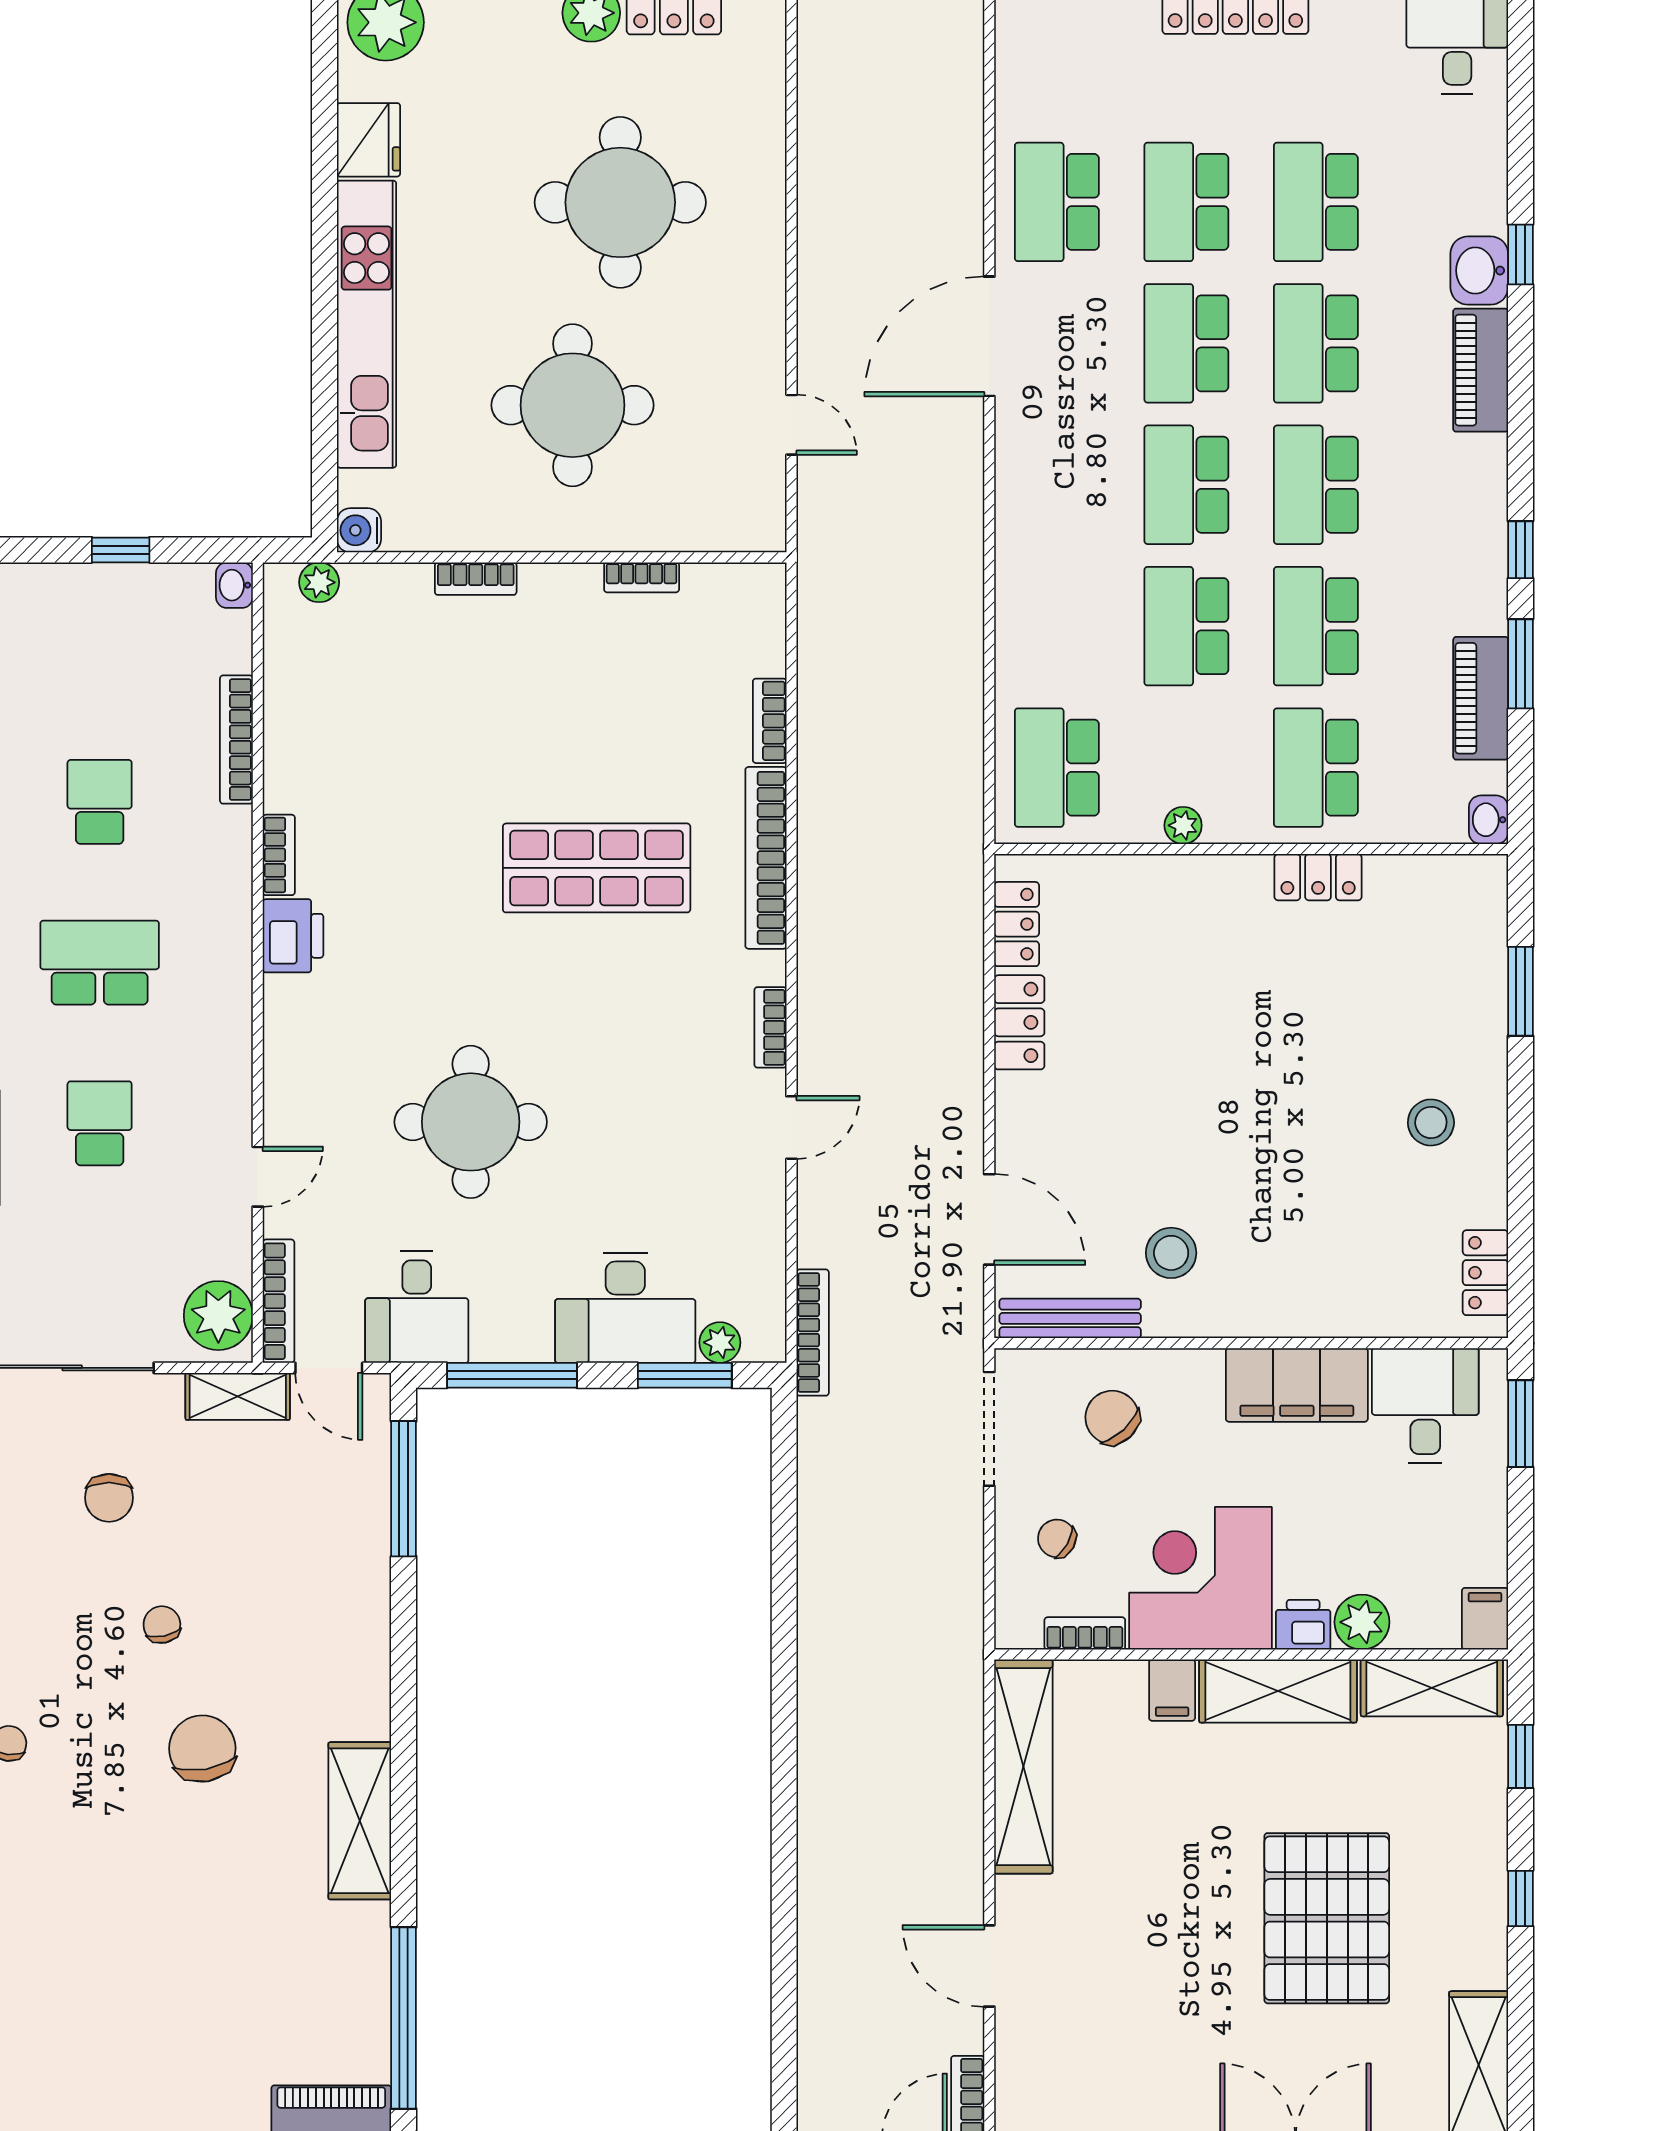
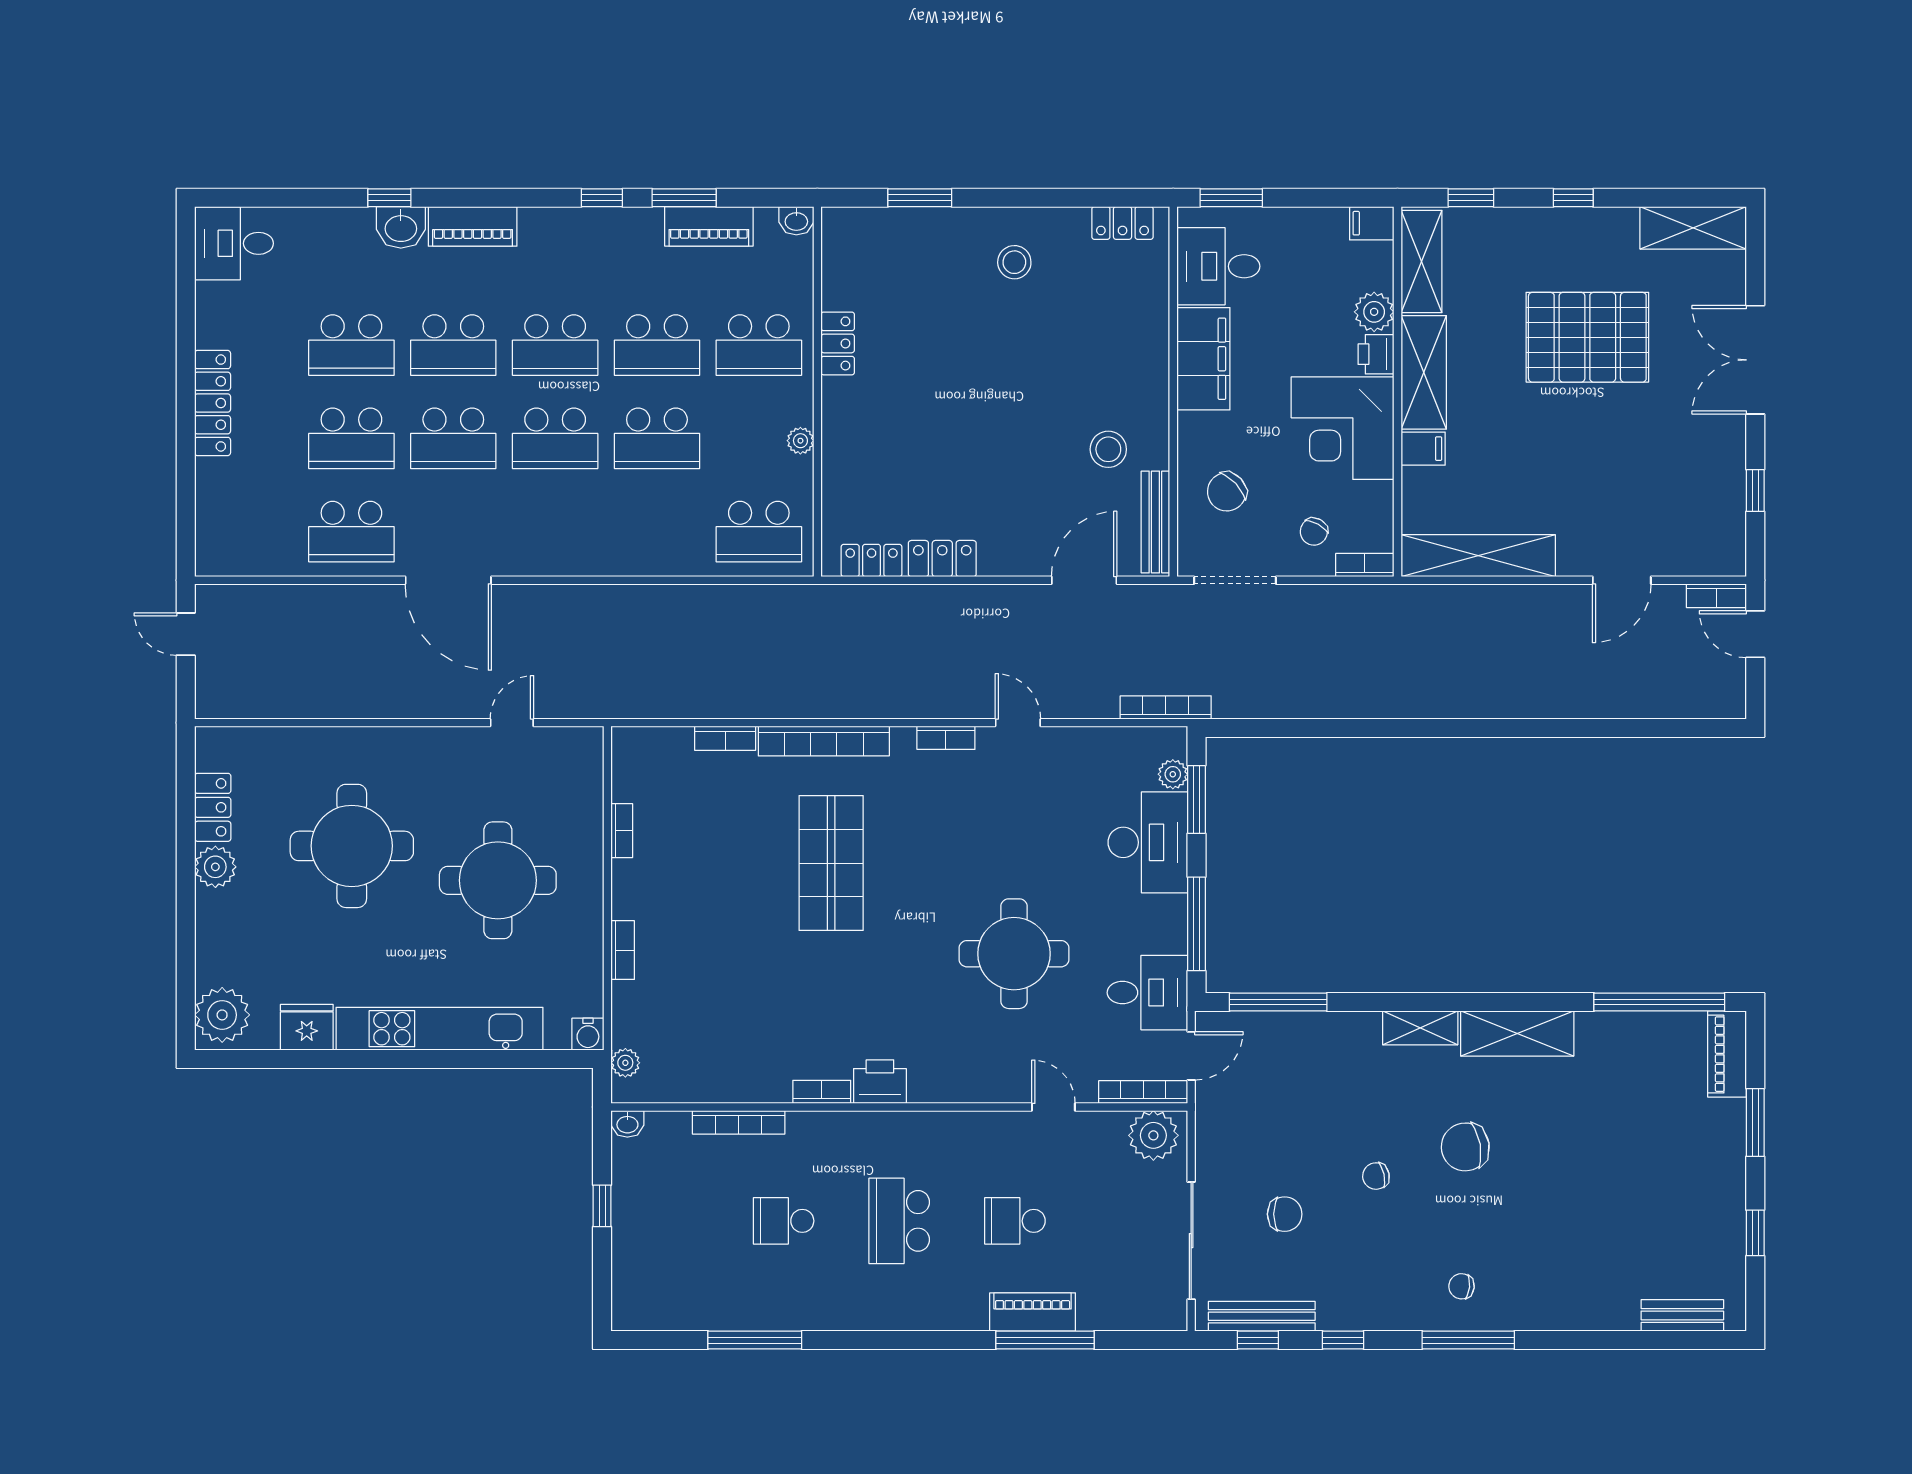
shelving: (238, 1396) -> (1420, 1028), moved, turned 90
bookcase: (1085, 1633) -> (1365, 565), moved, turned 90

